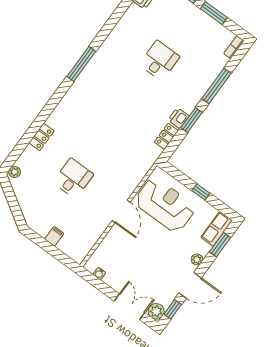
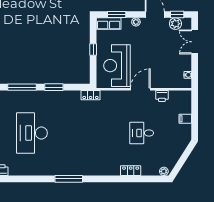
desk: (159, 61) -> (32, 133), width x1.87, depth x1.30
printer: (178, 118) -> (162, 96), moved
locker: (166, 136) -> (90, 95), moved
plant: (156, 311) -> (175, 24), moved

